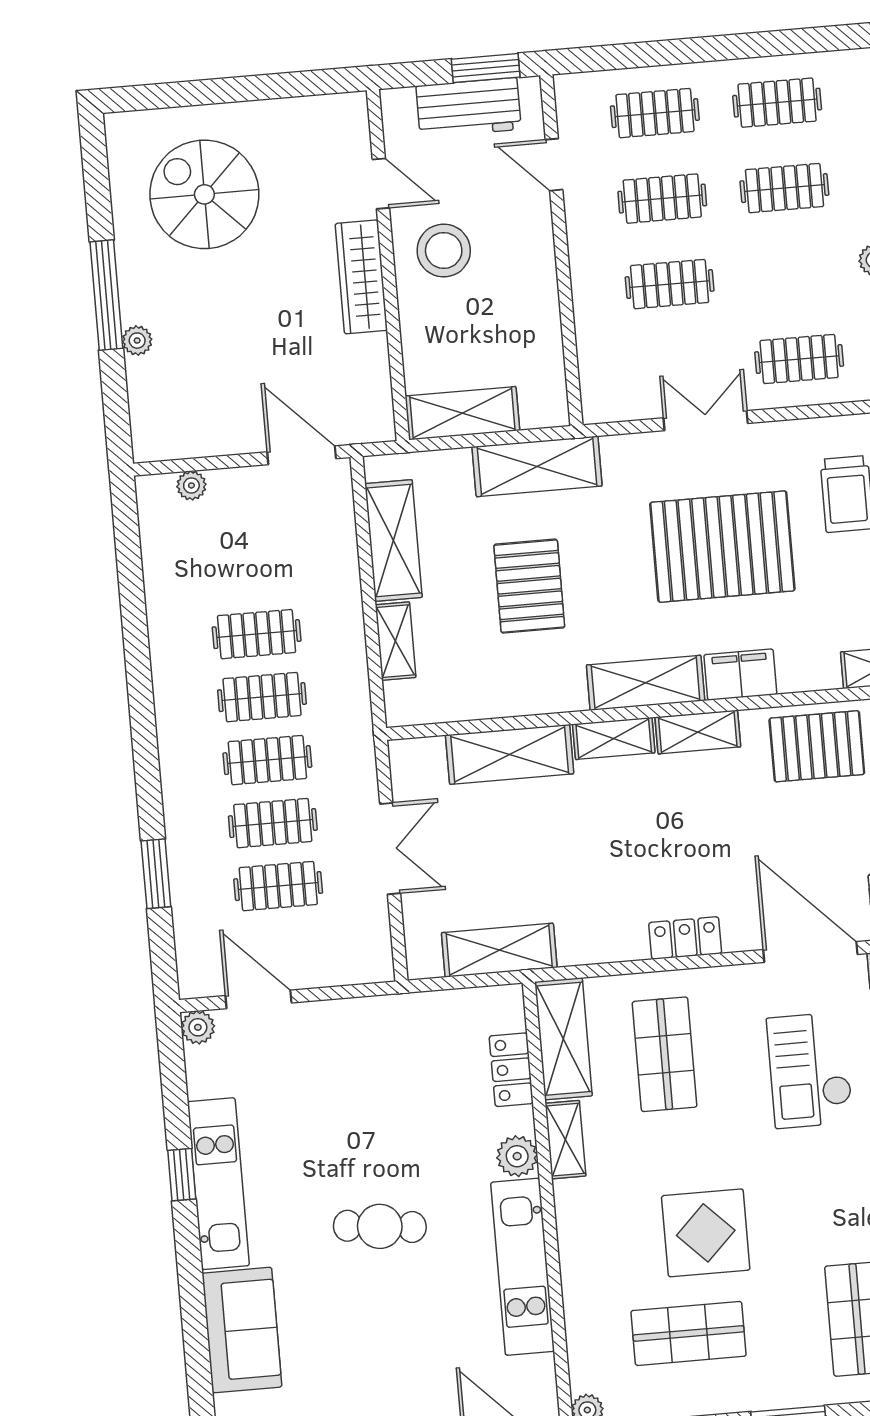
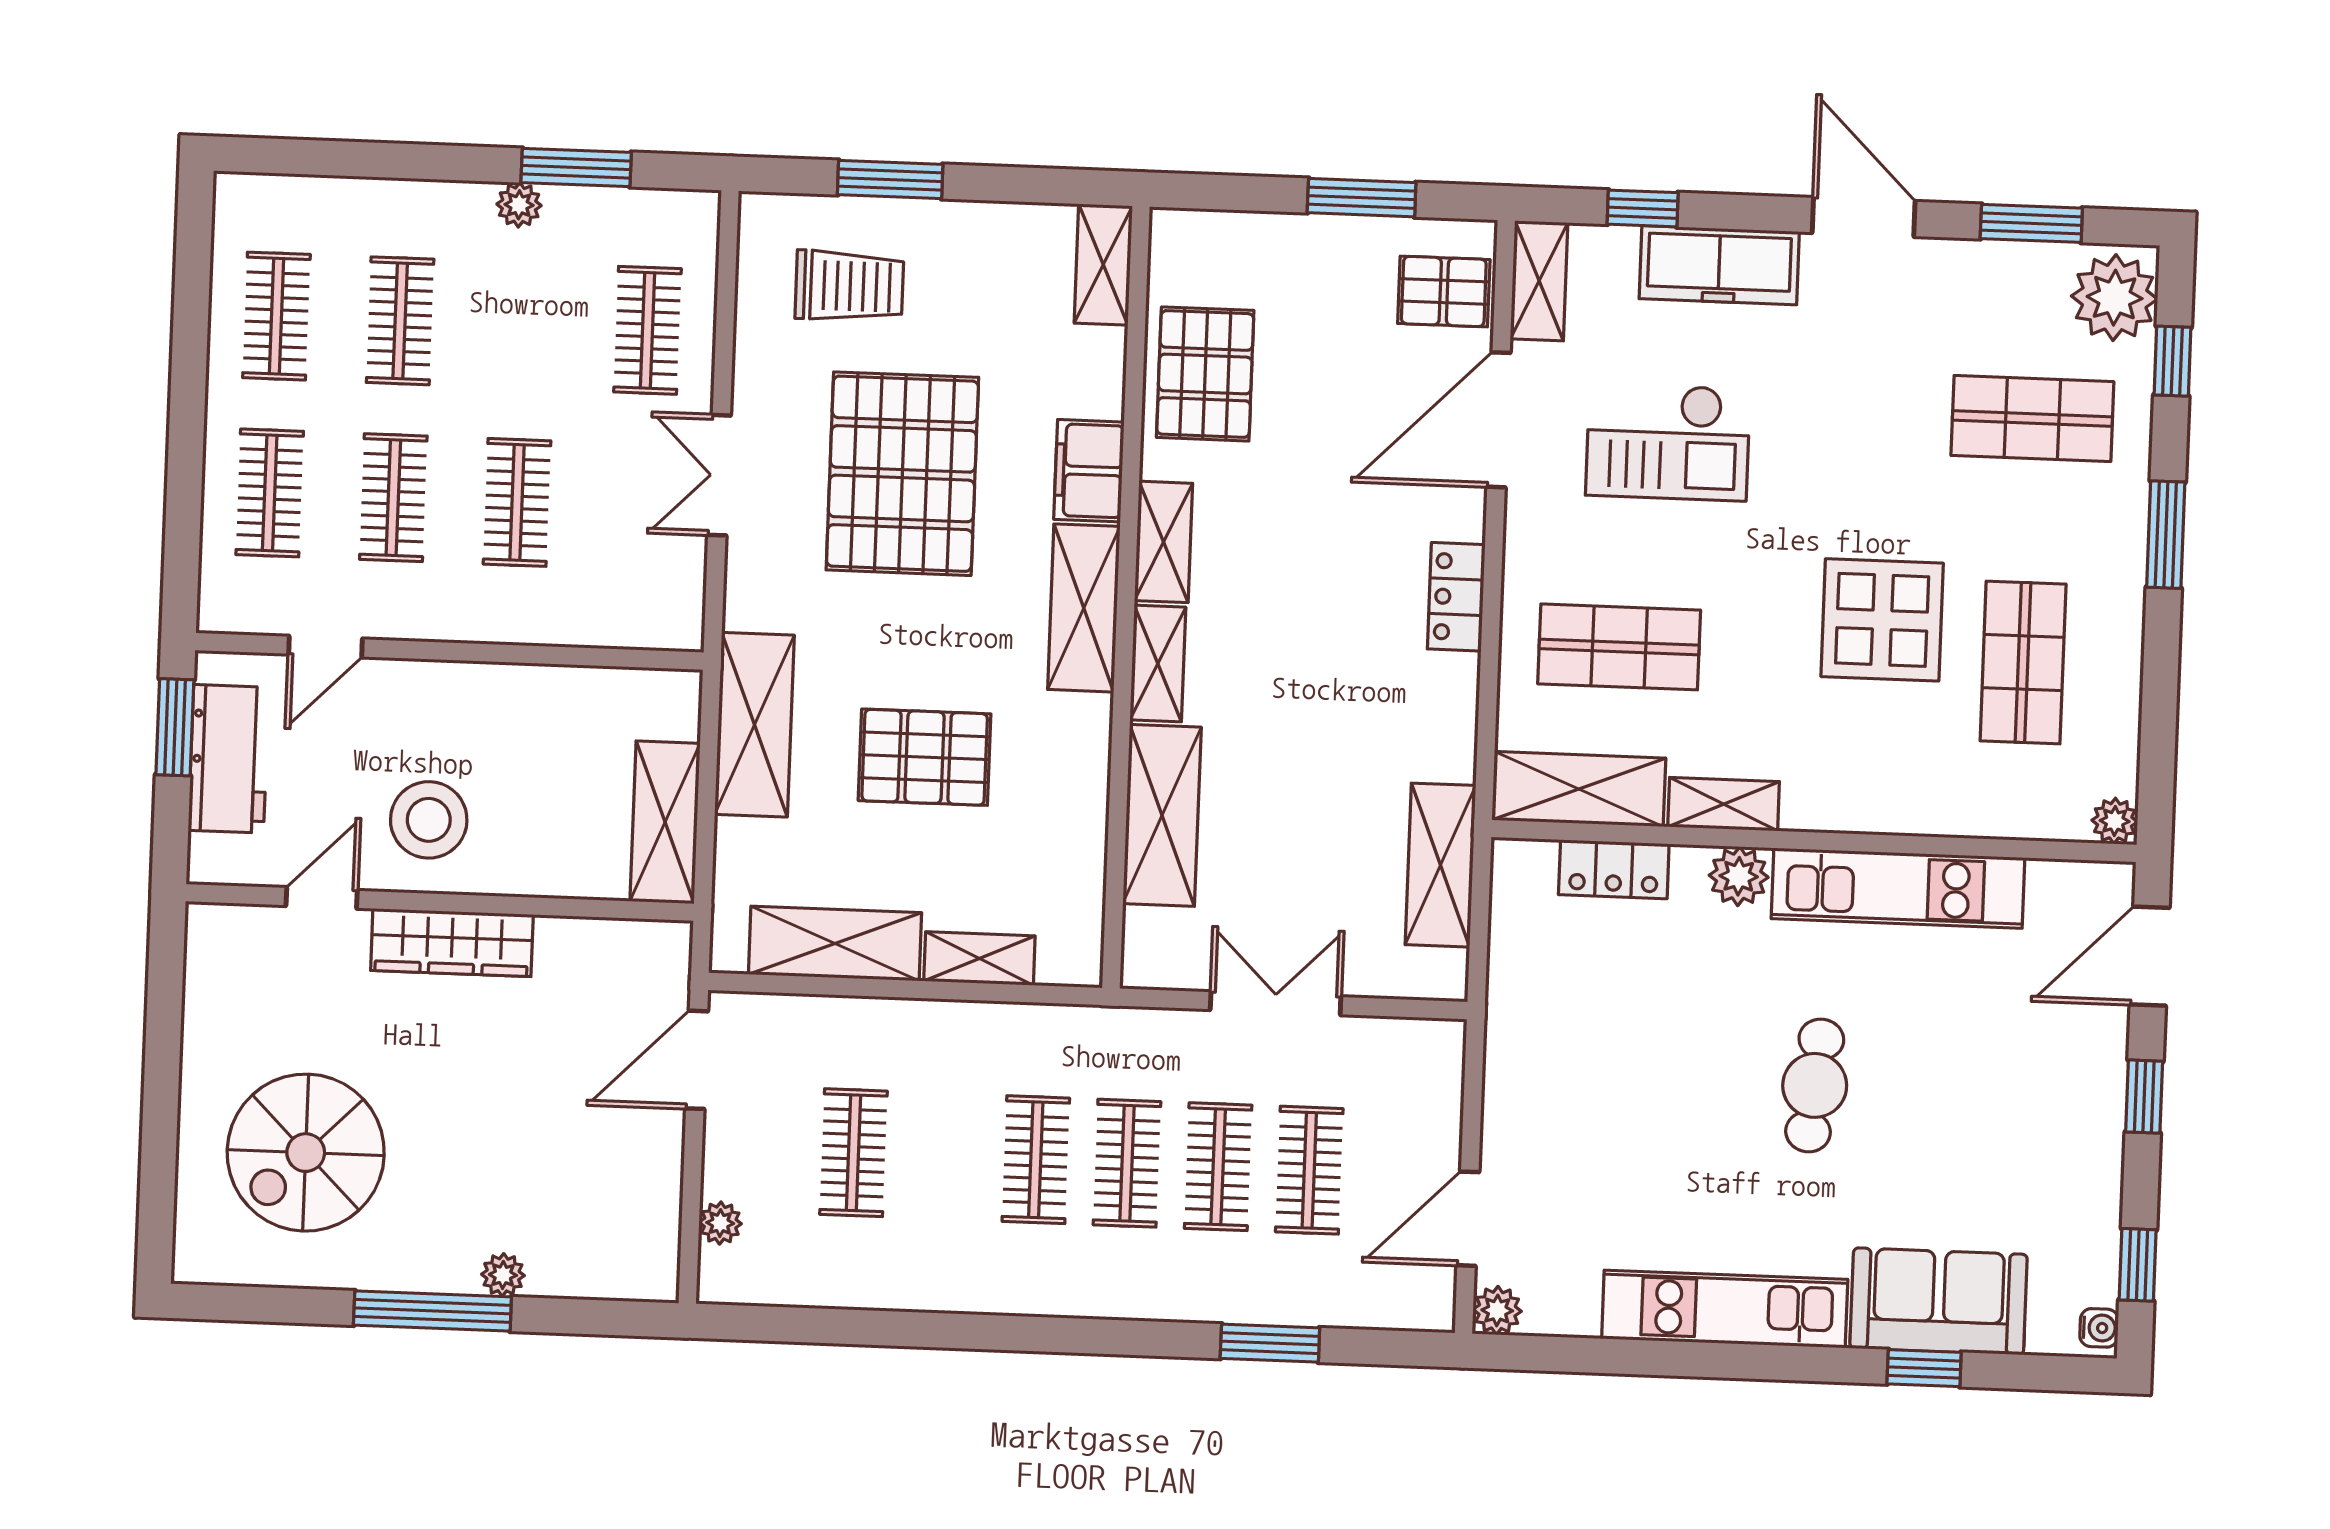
clothes rail: (257, 634) -> (853, 1153), moved
window: (182, 1175) -> (1924, 1368), moved

